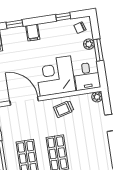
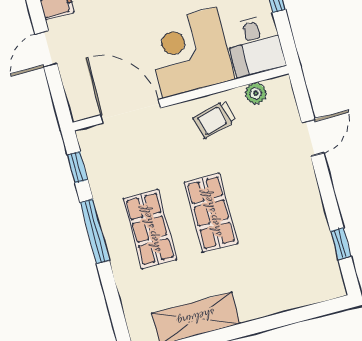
plant: (97, 97) -> (256, 93), moved

